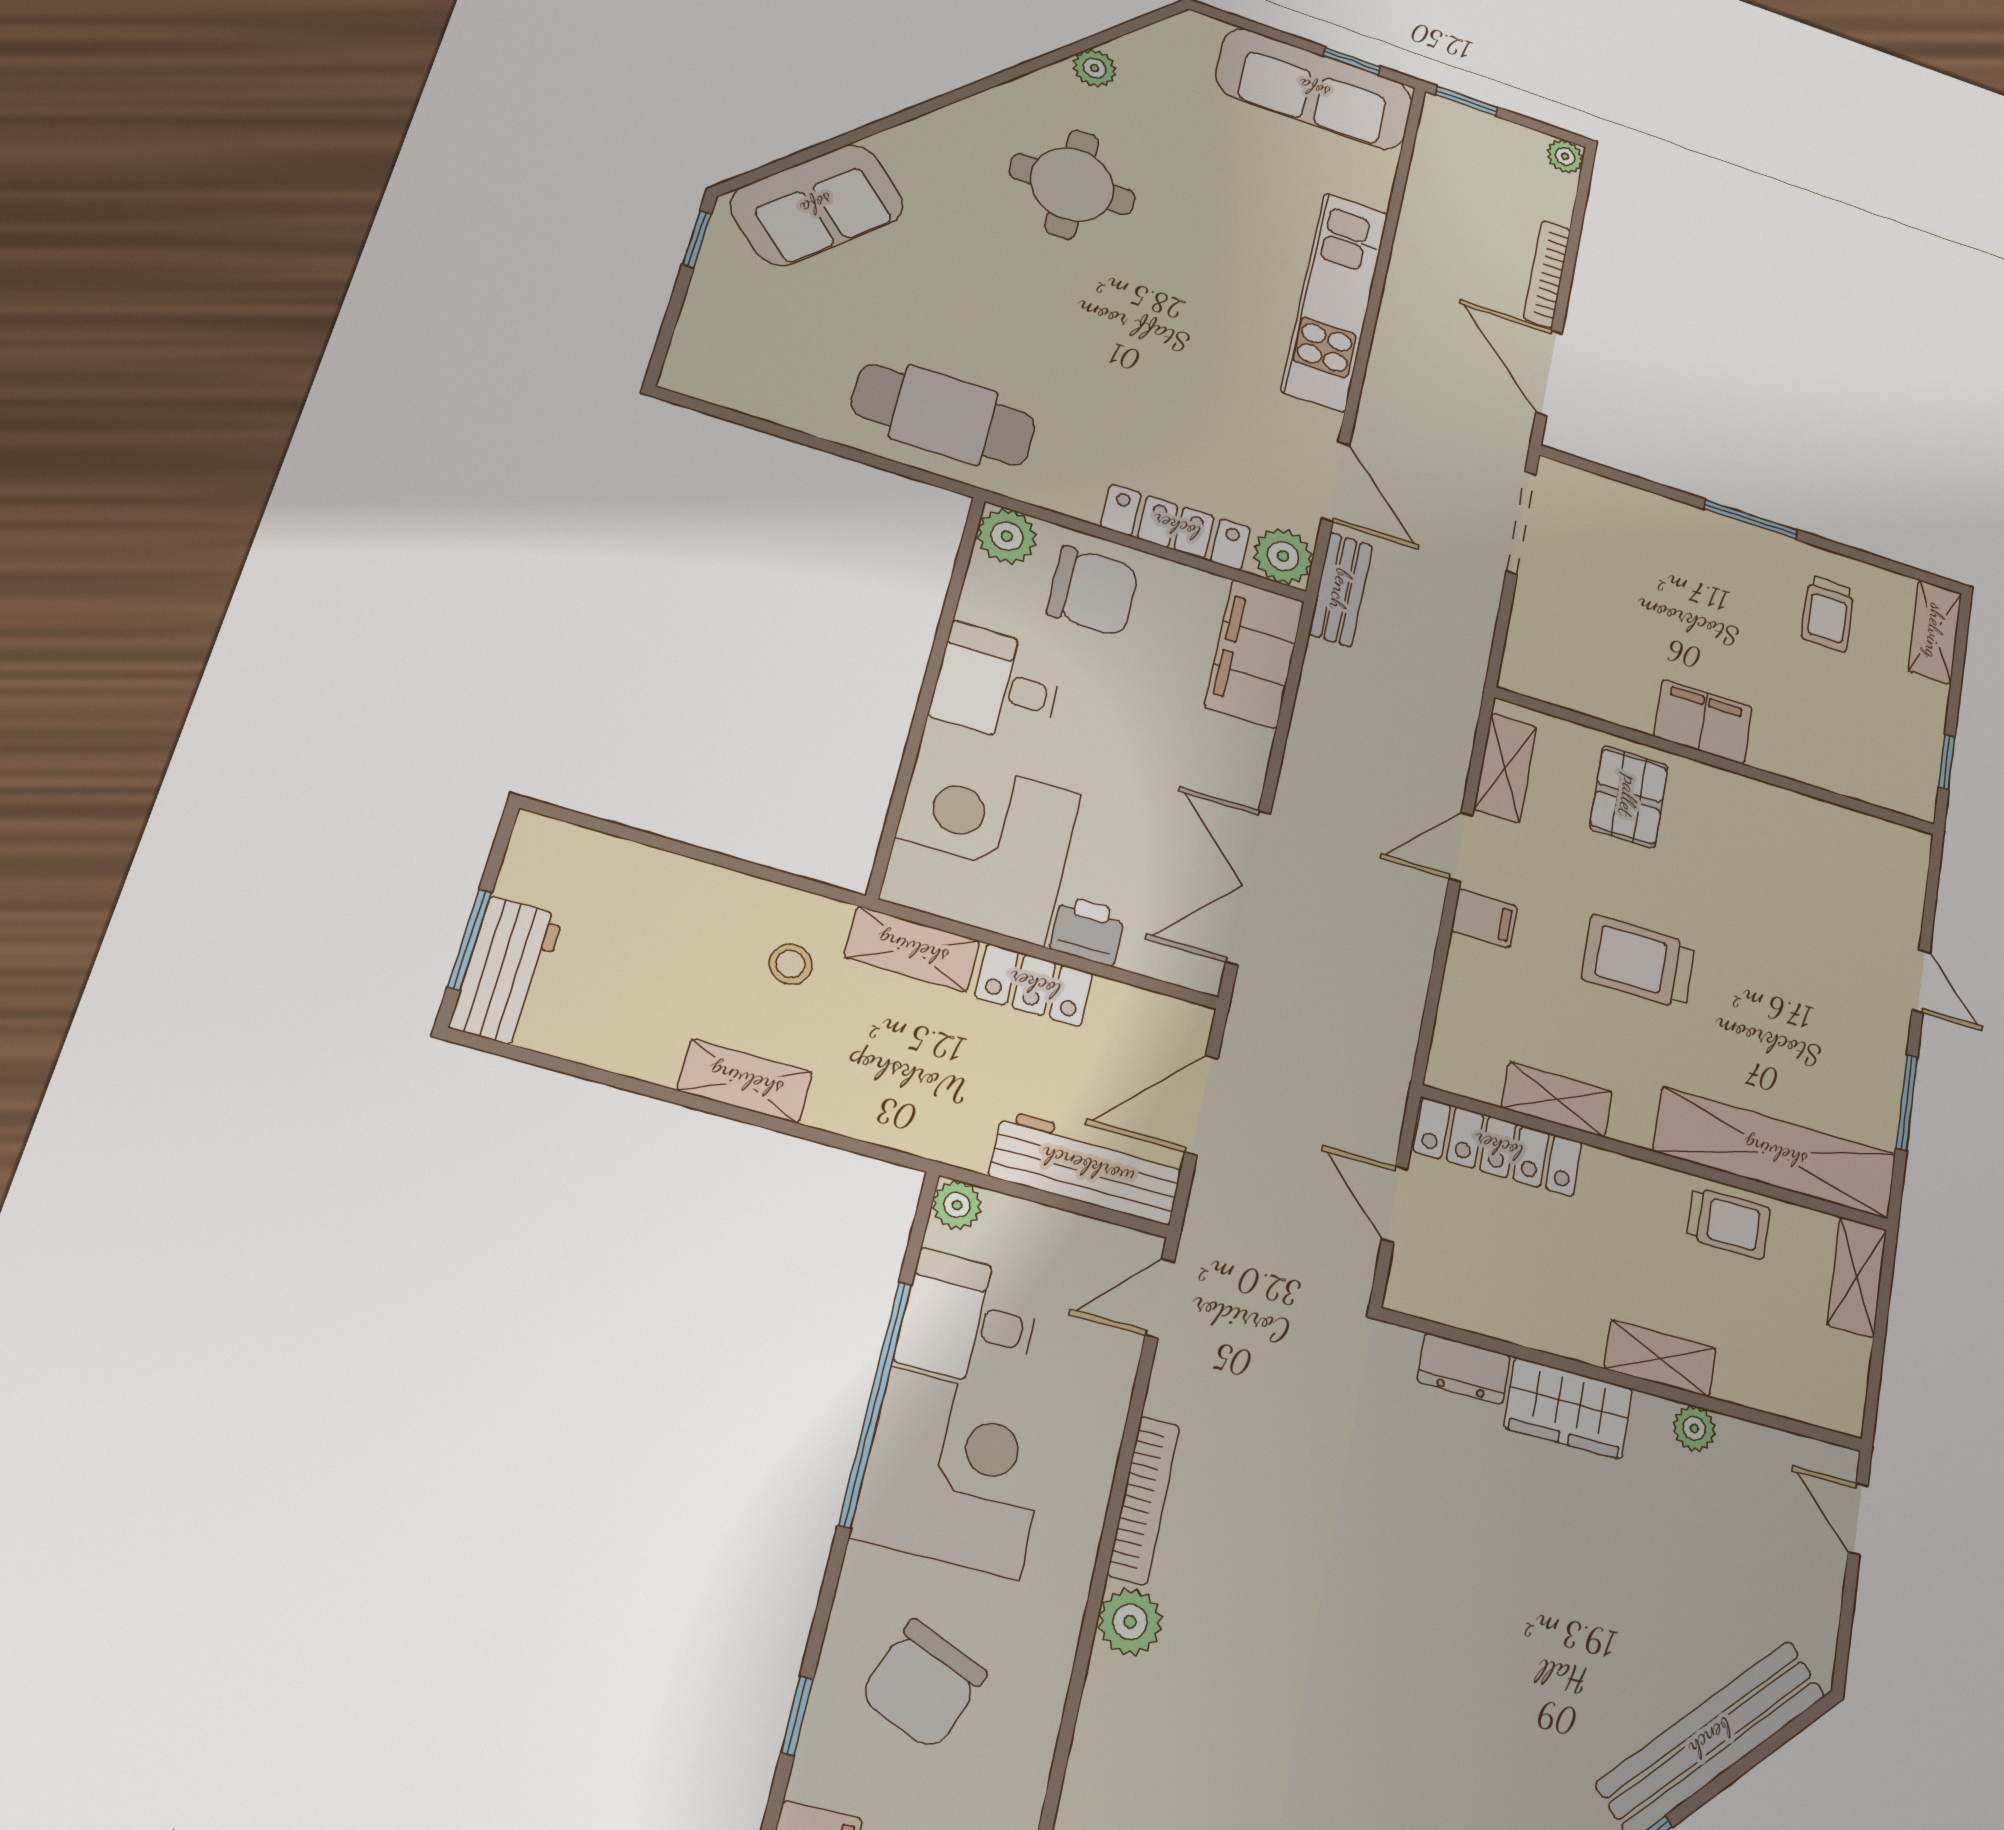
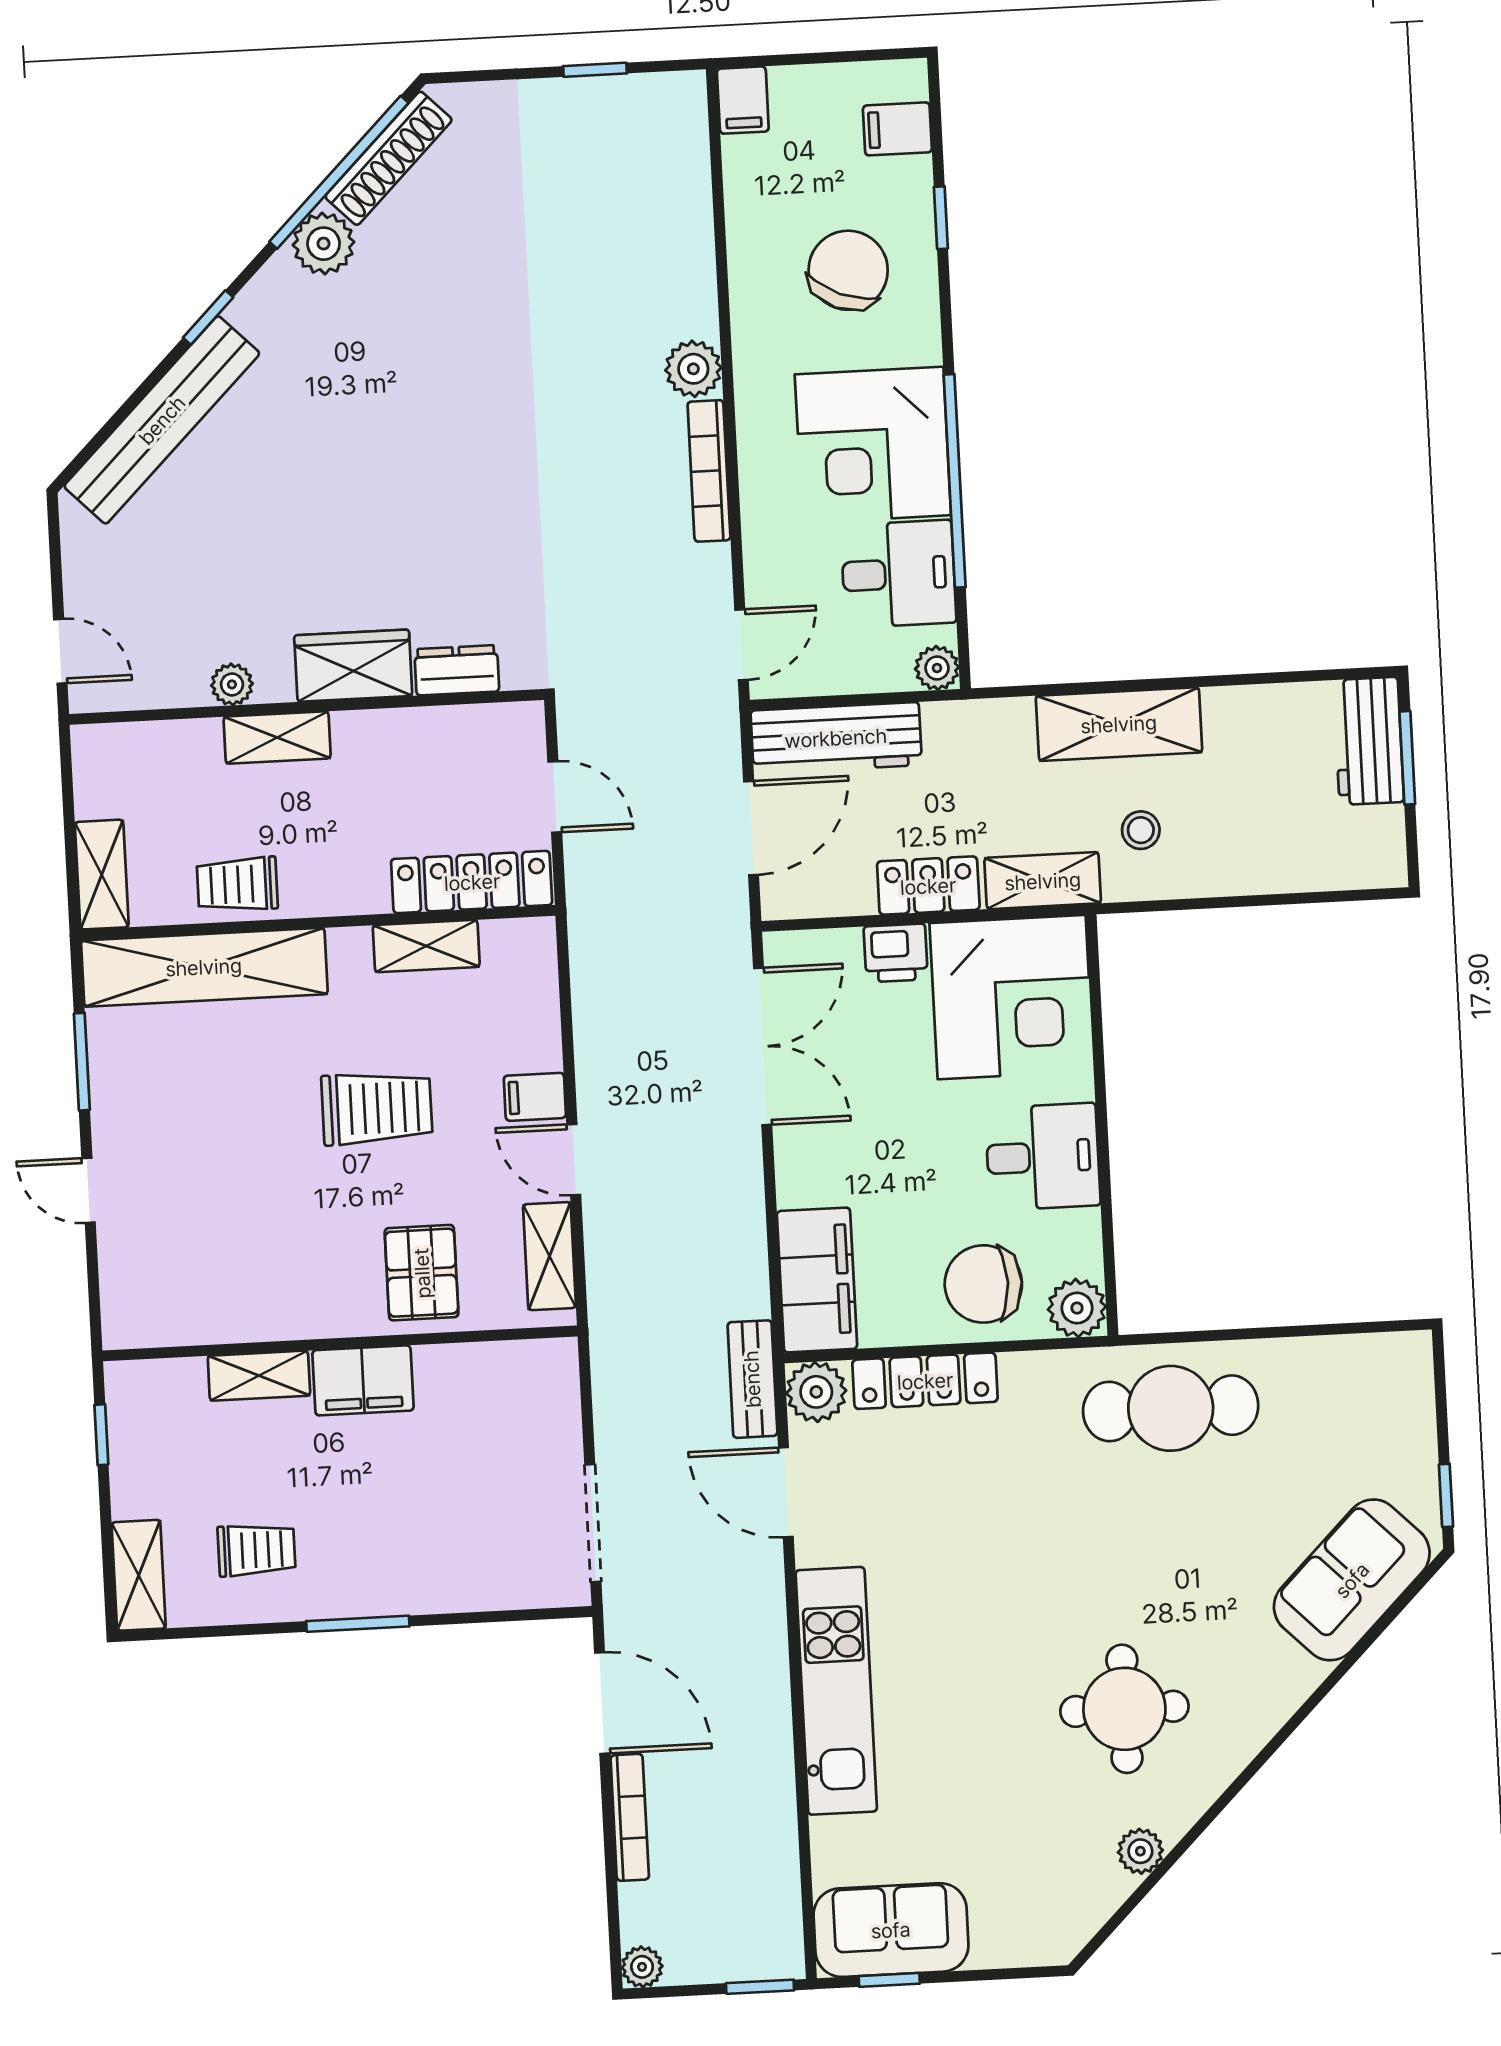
sofa: (1314, 89) -> (891, 1930), width x0.73
trolley: (1828, 614) -> (257, 1550), turned 90
shelving: (1797, 761) -> (259, 1376), added
door: (1461, 847) -> (574, 1160), swing flipped
shelving: (745, 1081) -> (1119, 724), width x1.50, depth x1.33

